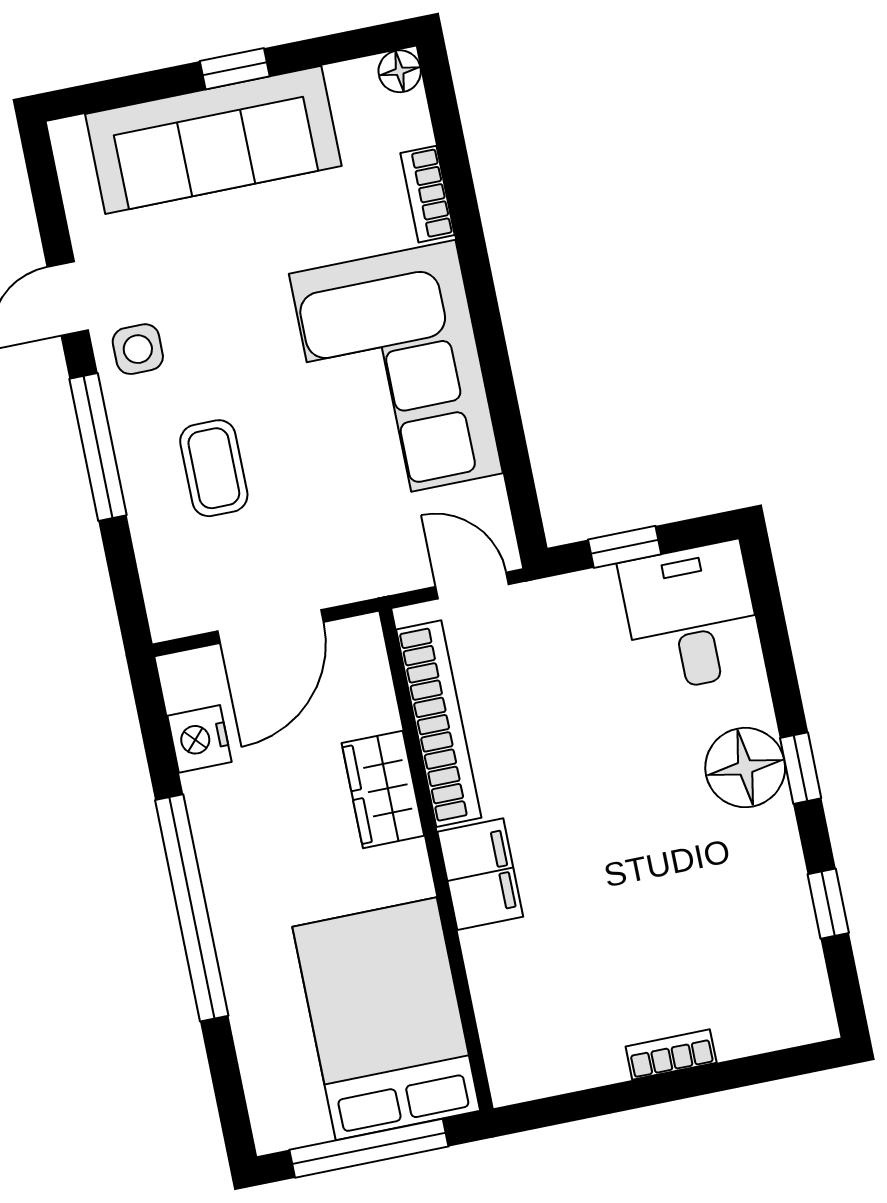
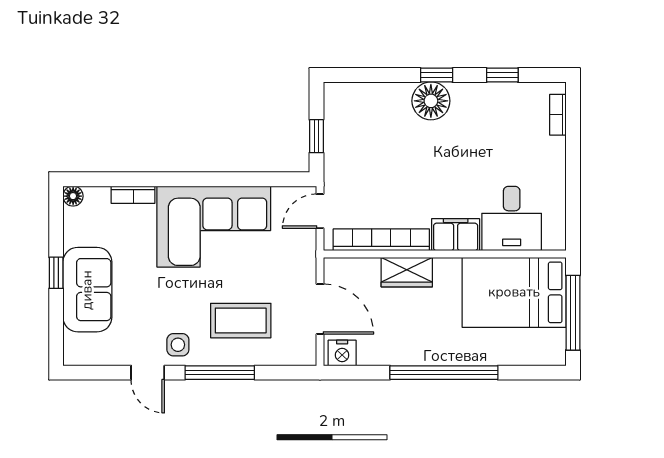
sofa: (213, 140) -> (87, 290), width x0.73
coffee table: (214, 468) -> (241, 321), width x1.36, depth x1.30
desk: (691, 617) -> (512, 219), moved, turned -90
nightstand: (199, 739) -> (342, 353), moved
bookcase: (671, 1055) -> (558, 115), moved

